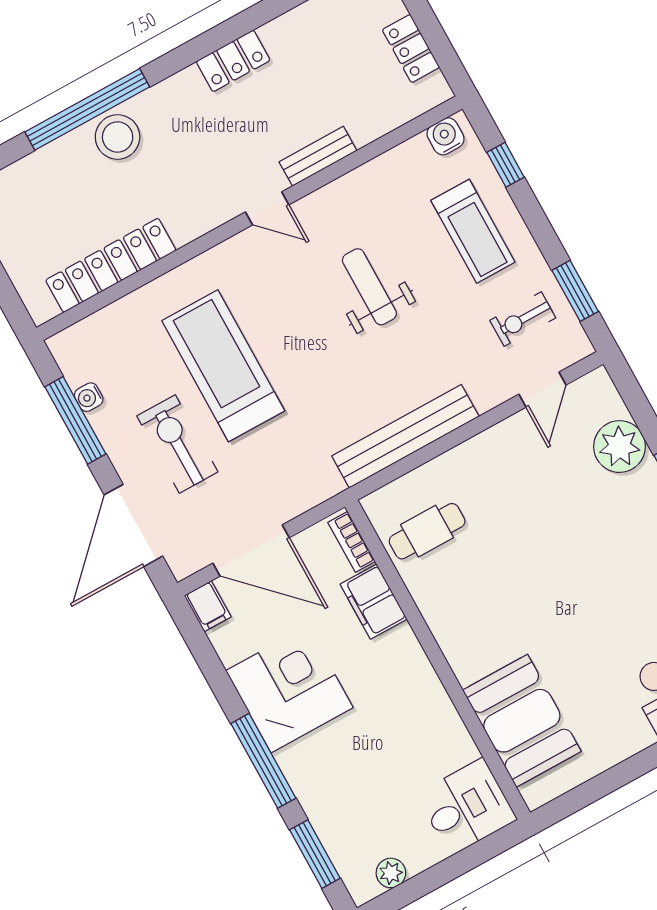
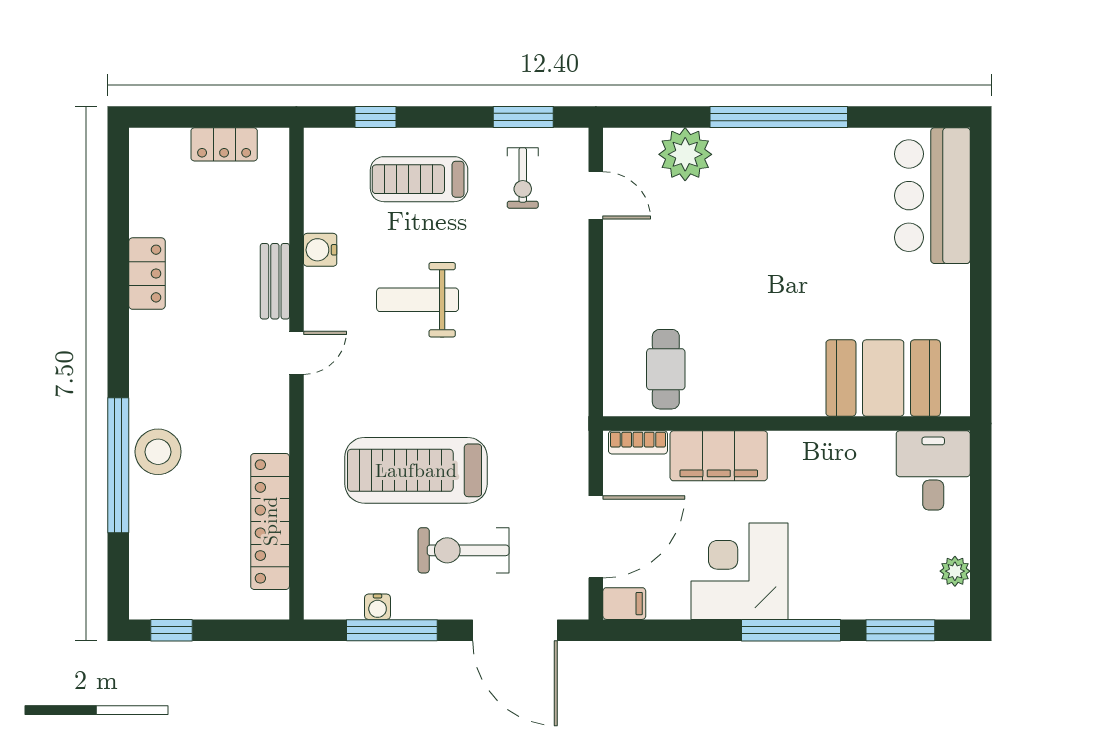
locker: (233, 61) -> (147, 274), moved
water cooler: (446, 136) -> (320, 250), moved
treadmill: (473, 231) -> (419, 179), turned 180
bench: (405, 436) -> (570, 342), removed
filing cabinet: (374, 602) -> (719, 456), width x1.50, depth x1.17

